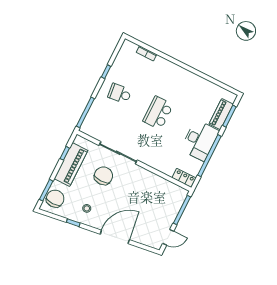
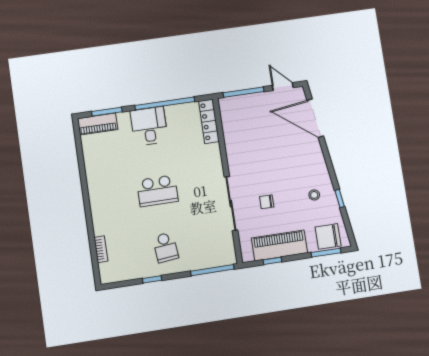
piano: (221, 114) -> (98, 124), moved
desk: (200, 140) -> (149, 126), width x0.73
chair: (103, 176) -> (267, 202), width x0.54, depth x0.54
locker: (184, 178) -> (209, 121), width x1.53
door: (115, 237) -> (315, 118), moved

